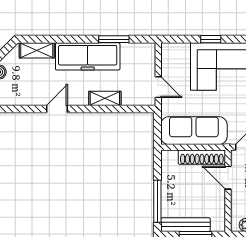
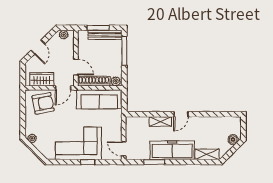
door: (158, 87) -> (124, 149), moved
door: (57, 109) -> (181, 114), moved
plant: (170, 157) -> (116, 81), added

